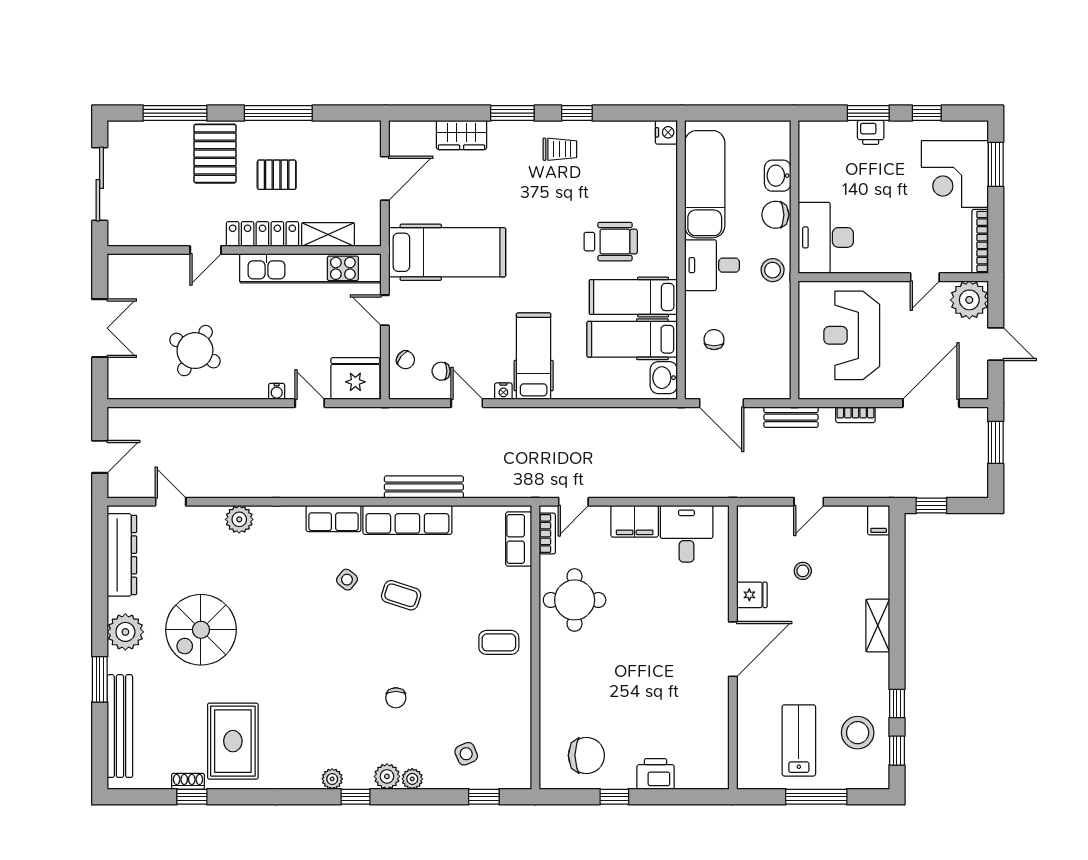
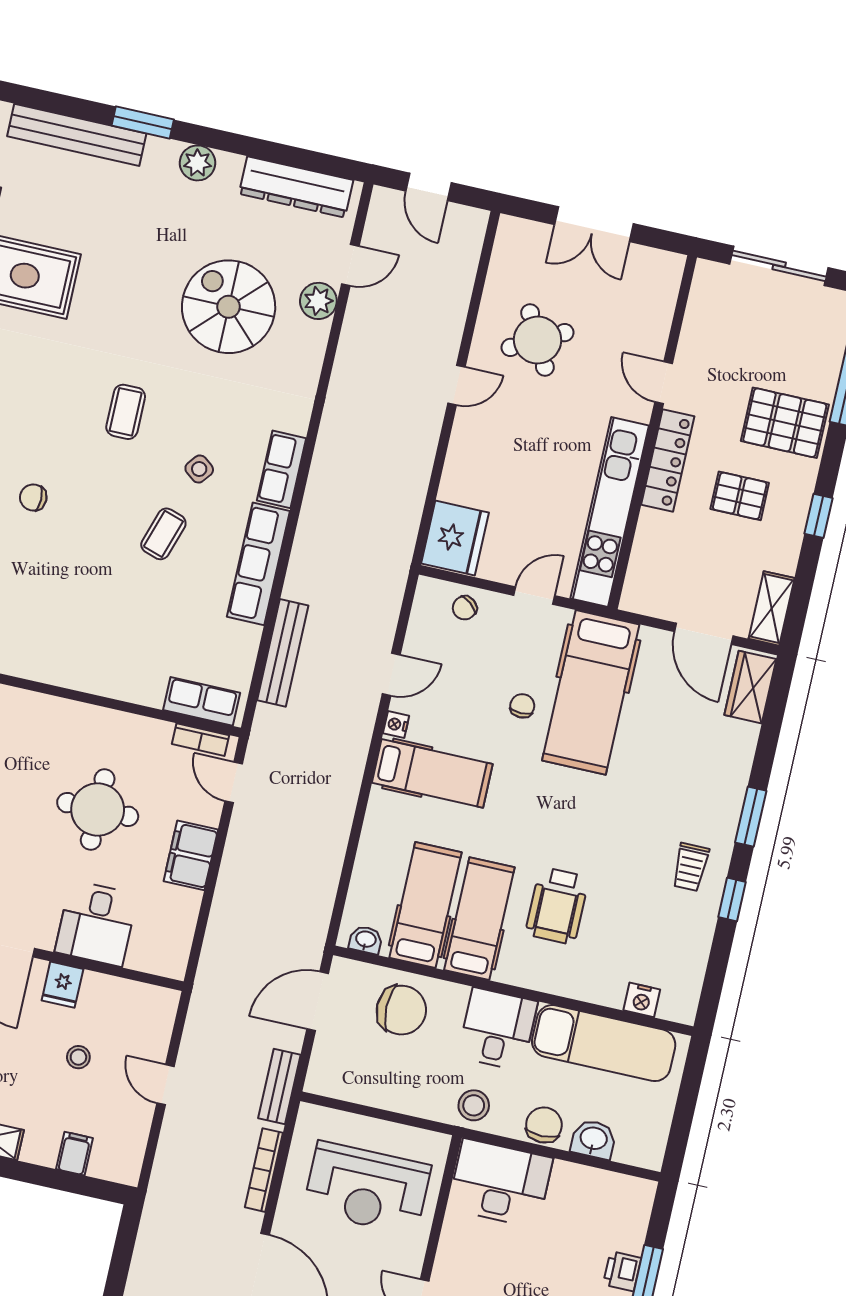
window: (278, 113) -> (819, 516), width x0.46
nightstand: (666, 132) -> (642, 1000), moved
wardrobe: (462, 135) -> (750, 687), moved
pallet: (277, 175) -> (740, 496), turned 90
shelving: (328, 234) -> (772, 608), moved
reception desk: (852, 335) -> (367, 1188), turned 180
chair: (714, 340) -> (401, 1010), width x1.87, depth x1.87
round table: (195, 351) -> (538, 340), turned 32
chair: (441, 371) -> (522, 706), moved
washbasin: (664, 378) -> (366, 940), width x0.72, depth x0.69
water cooler: (277, 391) -> (461, 433), removed
door: (310, 403) -> (456, 385), moved
bookcase: (855, 415) -> (264, 1170), width x1.56
bench: (424, 487) -> (283, 653), moved
window: (931, 505) -> (125, 1241), removed
plant: (239, 519) -> (318, 301), moved
filing cabinet: (879, 520) -> (74, 1154), moved, turned 90
desk: (687, 534) -> (96, 923), moved, turned 90
round table: (575, 600) -> (98, 810), moved
spiral stairs: (201, 630) -> (229, 307), moved
plant: (125, 632) -> (198, 163), width x0.73, depth x0.73
coffee table: (499, 642) -> (126, 412), moved

